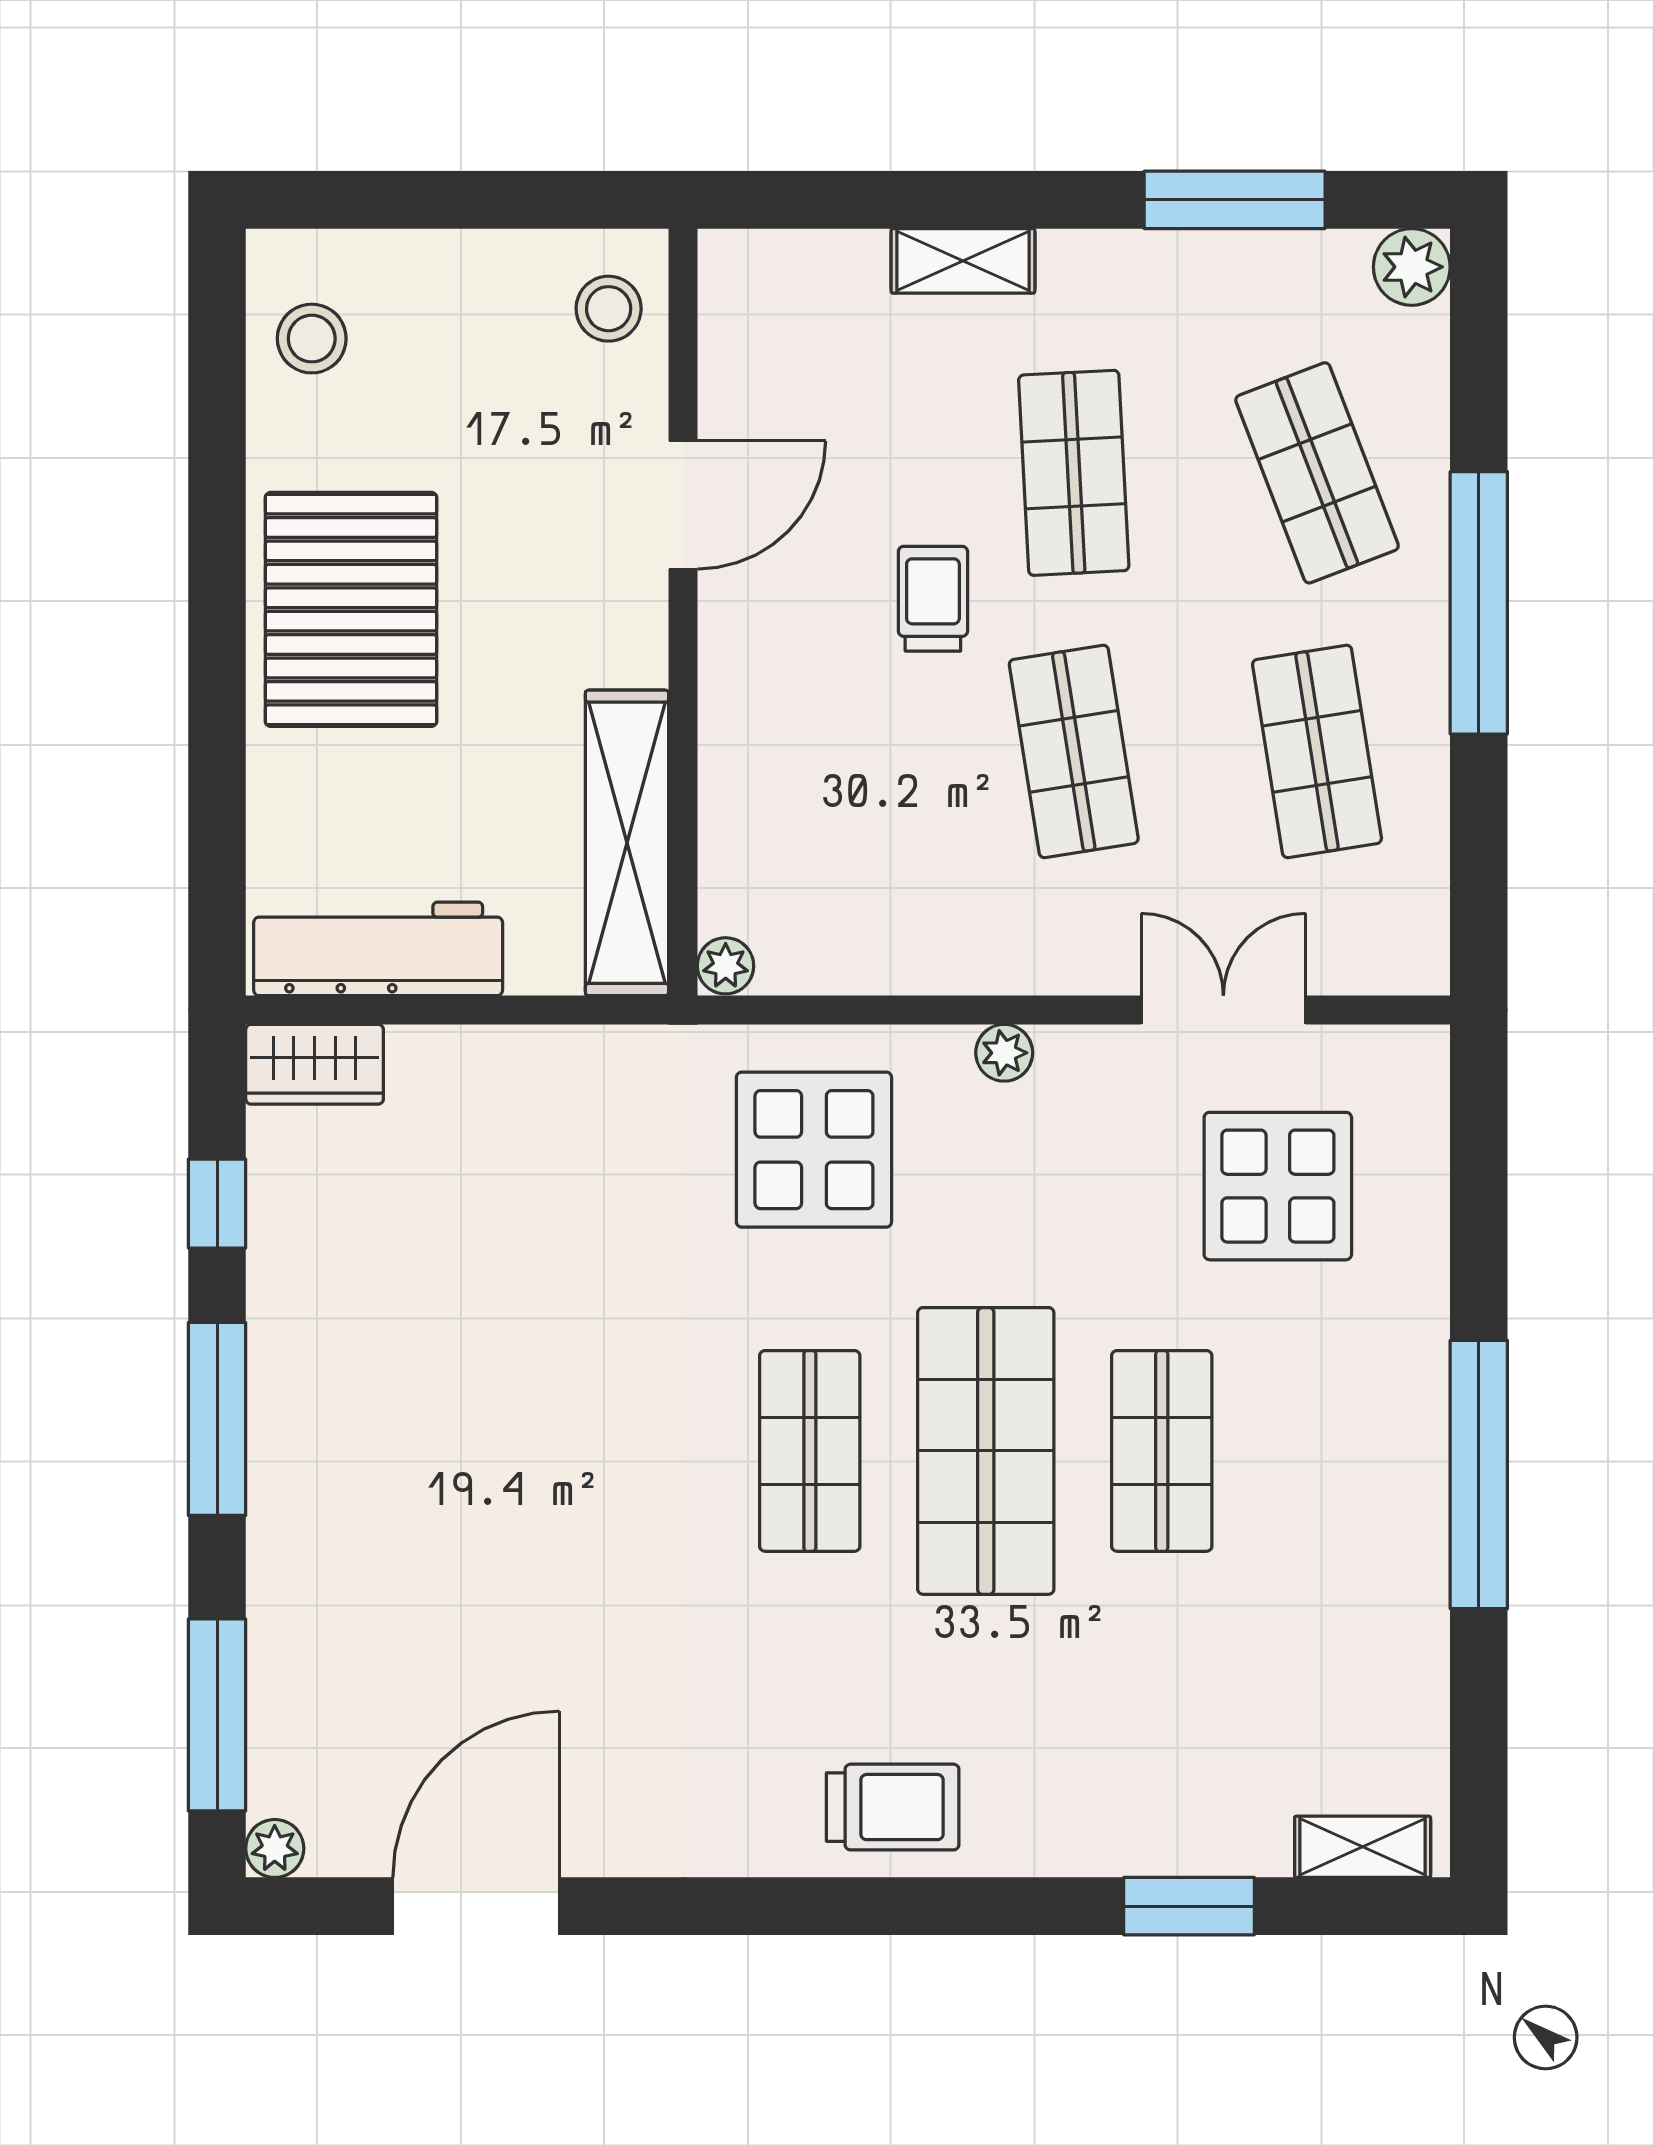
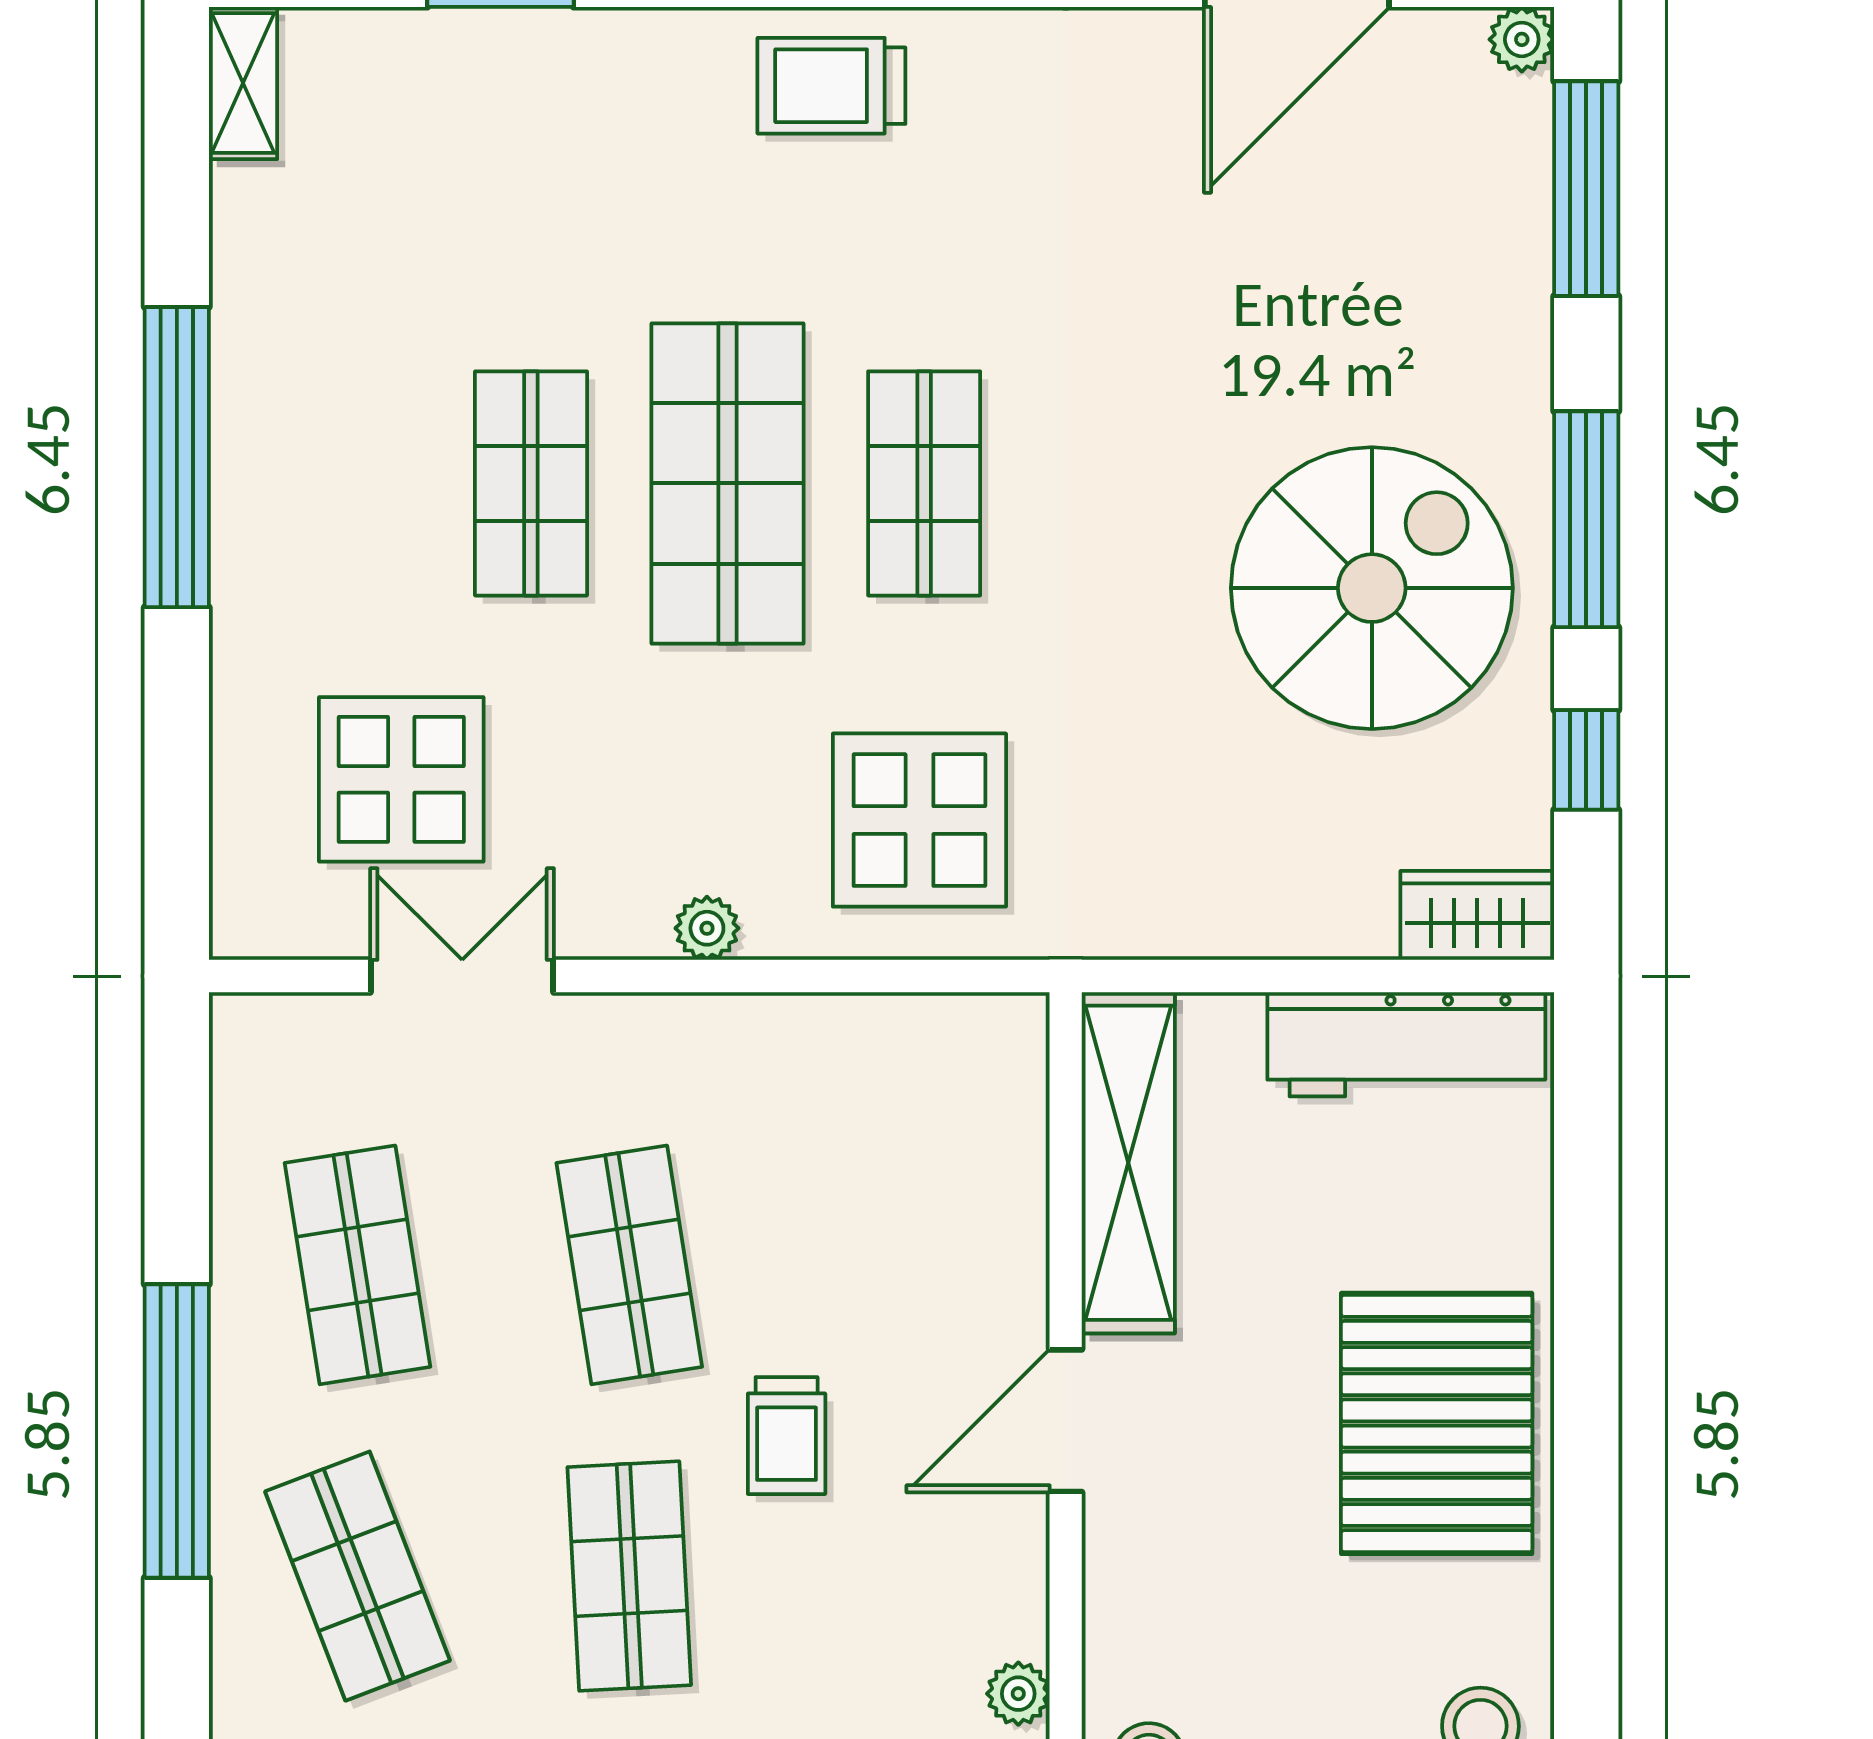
door: (683, 505) -> (1066, 1421), moved
plant: (726, 966) -> (1018, 1694), moved
double door: (1223, 1010) -> (462, 976), swing flipped
spiral stairs: (409, 1357) -> (1372, 588), added
shelving: (1363, 1847) -> (243, 83), moved, turned 90

